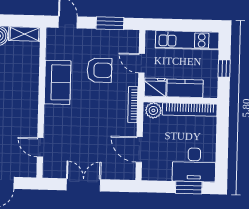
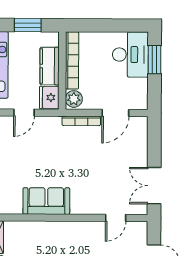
window: (224, 68) -> (28, 25), width x1.50
armchair: (99, 70) -> (32, 157), removed
bookcase: (133, 105) -> (81, 121), moved
double door: (83, 185) -> (154, 186), moved

